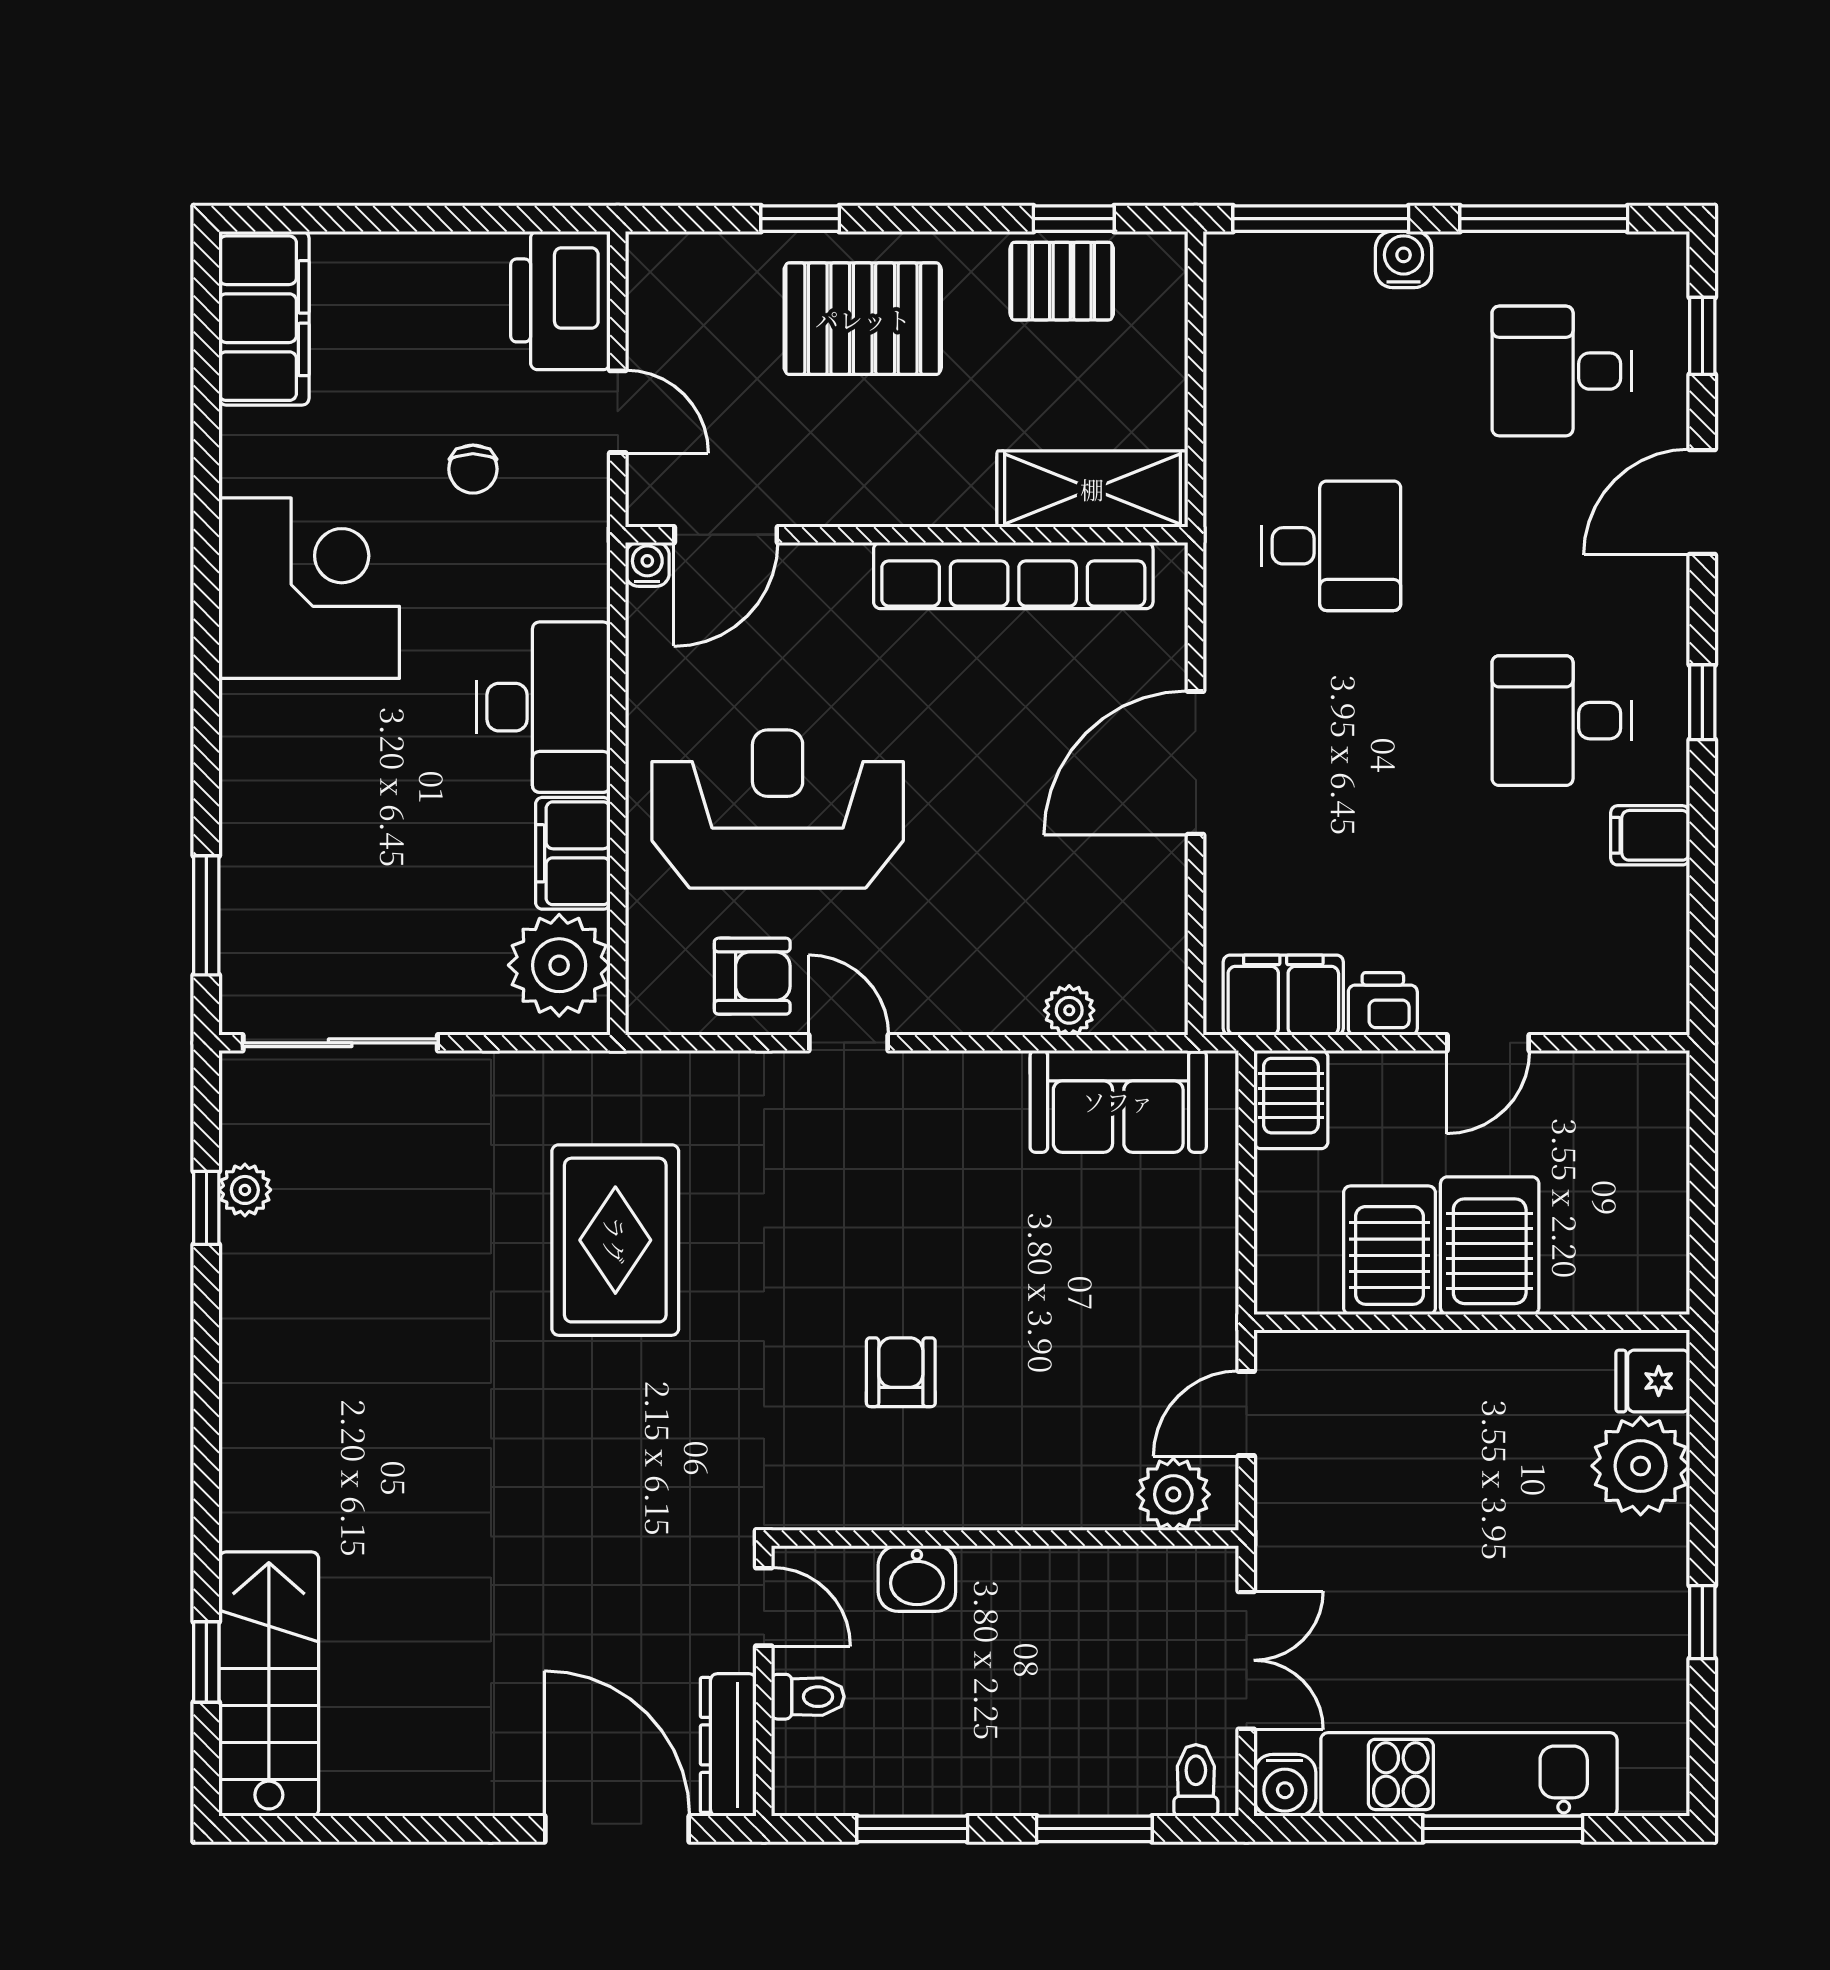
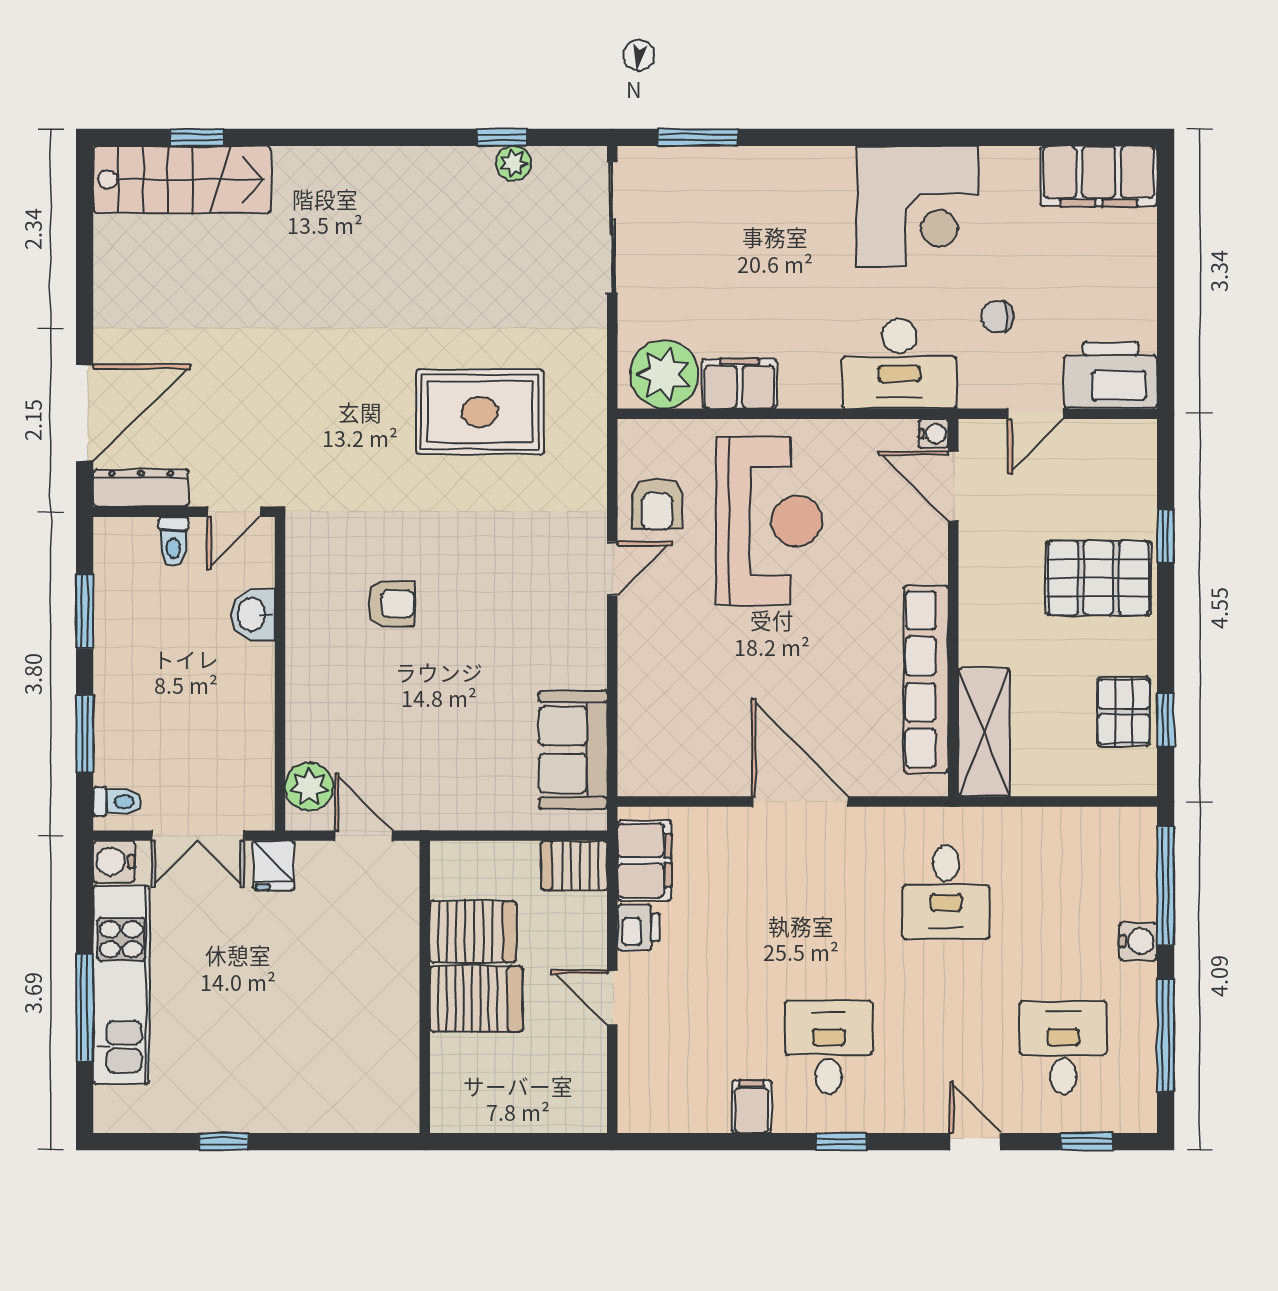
pallet: (863, 319) -> (1098, 578), turned 90
door: (1702, 502) -> (975, 1142), width x0.73
desk: (543, 707) -> (899, 364), moved
plant: (1069, 1010) -> (634, 717), removed
fridge: (1653, 1381) -> (274, 865), moved, turned 180
plant: (1641, 1466) -> (328, 1100), removed

